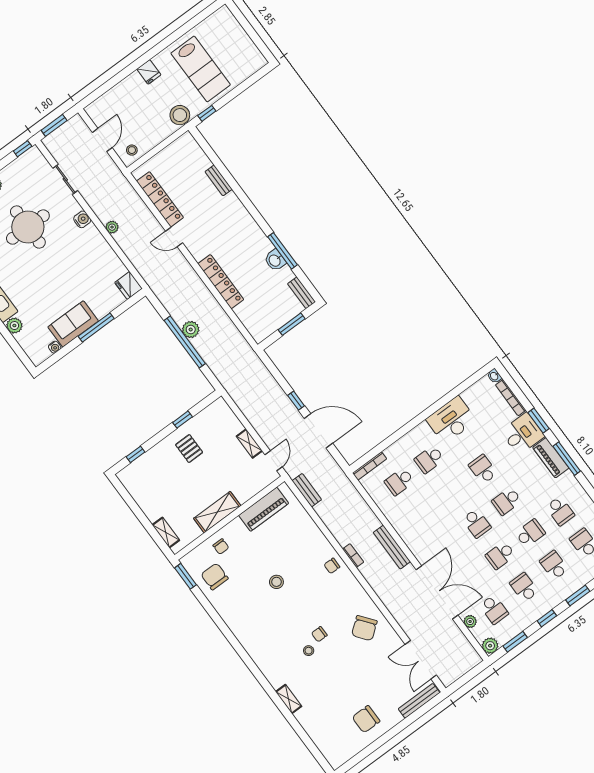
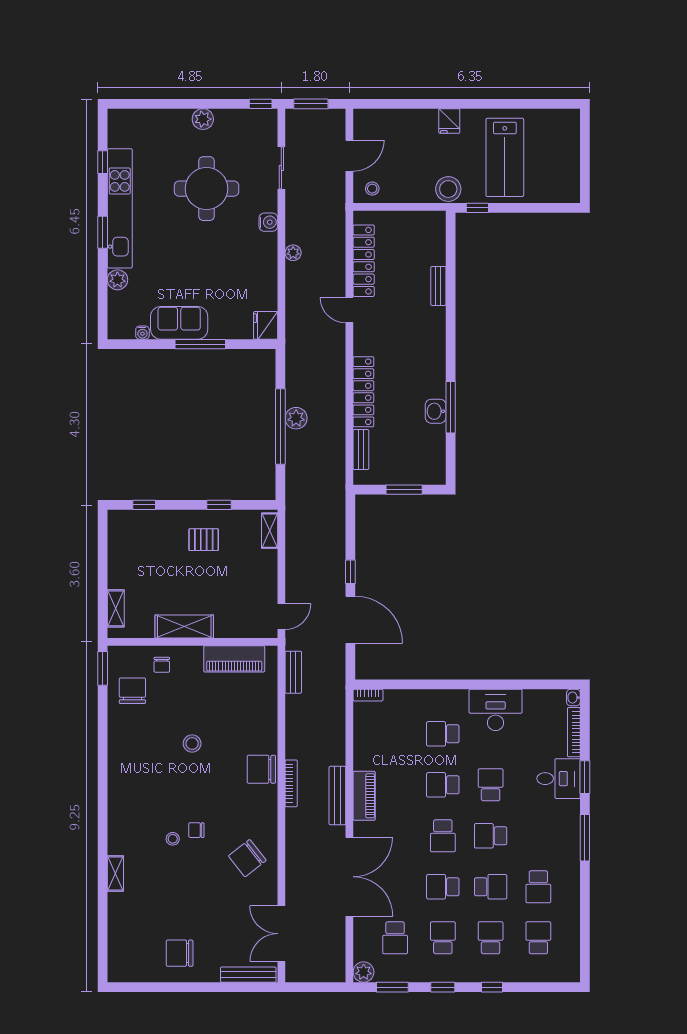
bench: (301, 293) -> (361, 450), moved
shelving: (249, 444) -> (270, 531), moved
pallet: (189, 449) -> (204, 540), turned 90
piano: (551, 458) -> (364, 796), moved, turned 180
bookcase: (370, 466) -> (368, 695), width x0.64
school desk: (399, 482) -> (443, 785), moved
bookcase: (353, 556) -> (291, 783), width x1.56
chair: (332, 566) -> (261, 769), width x1.87, depth x1.87
window: (578, 595) -> (492, 987), width x0.67
plant: (470, 621) -> (361, 932), removed

